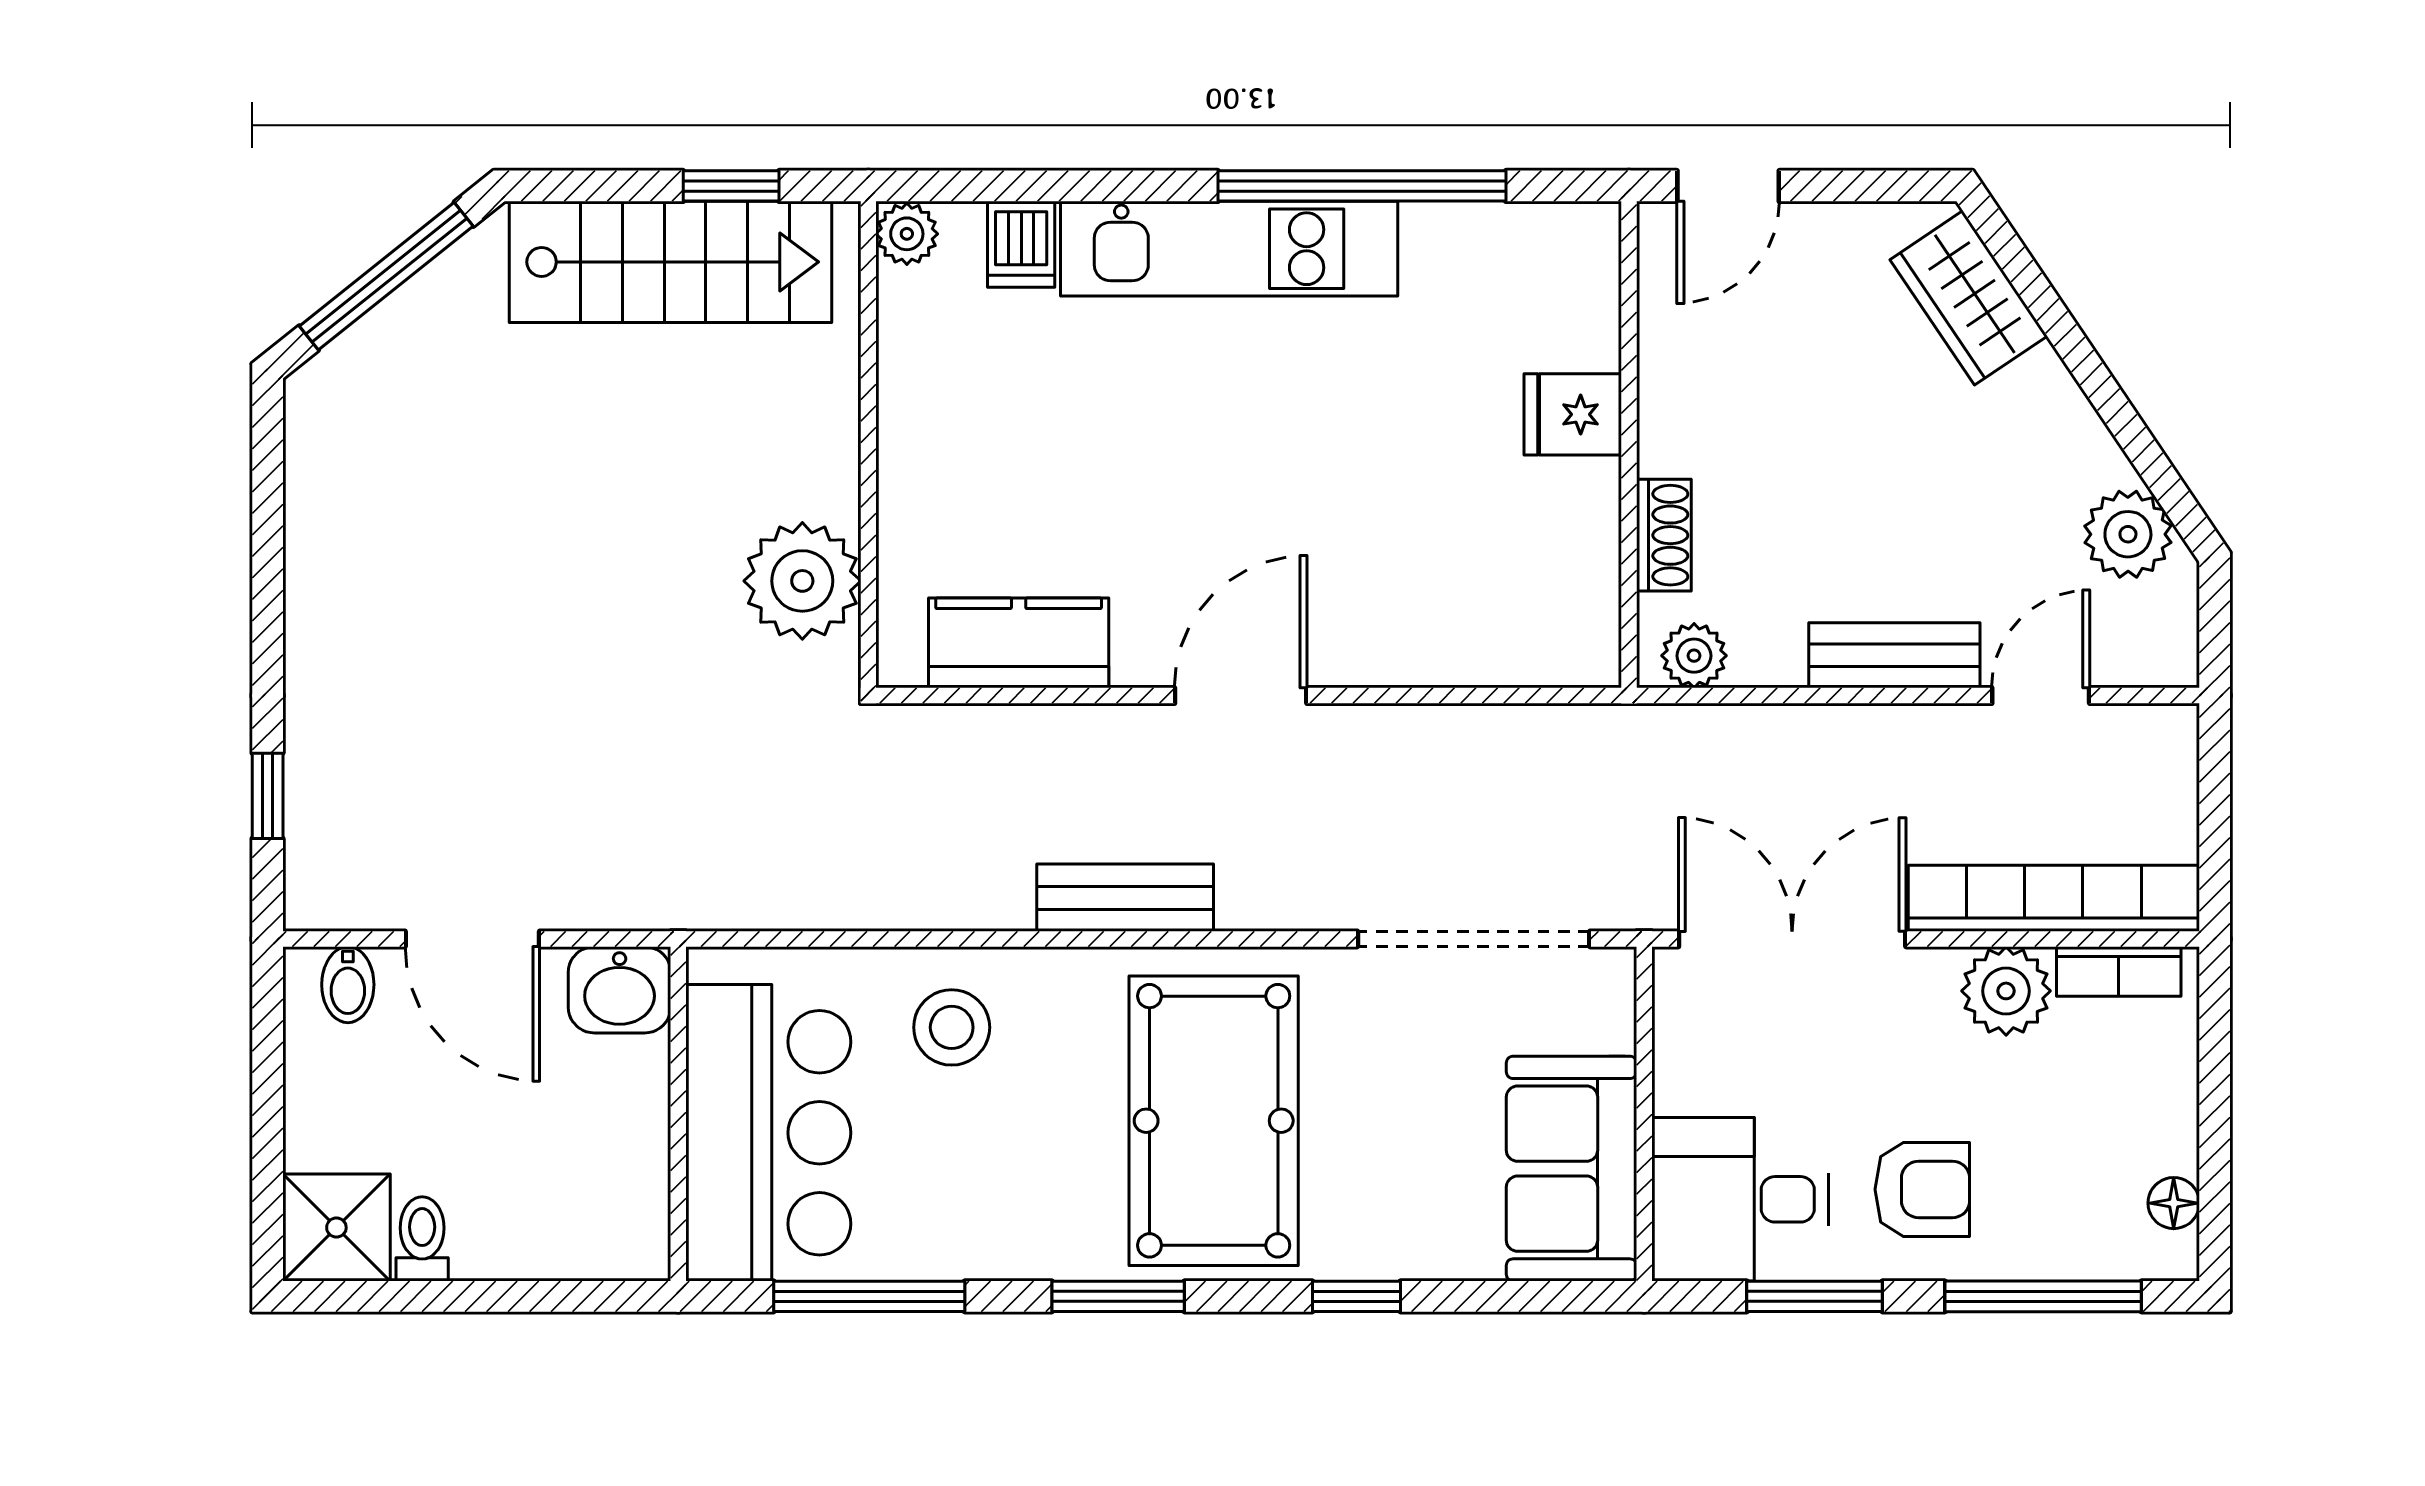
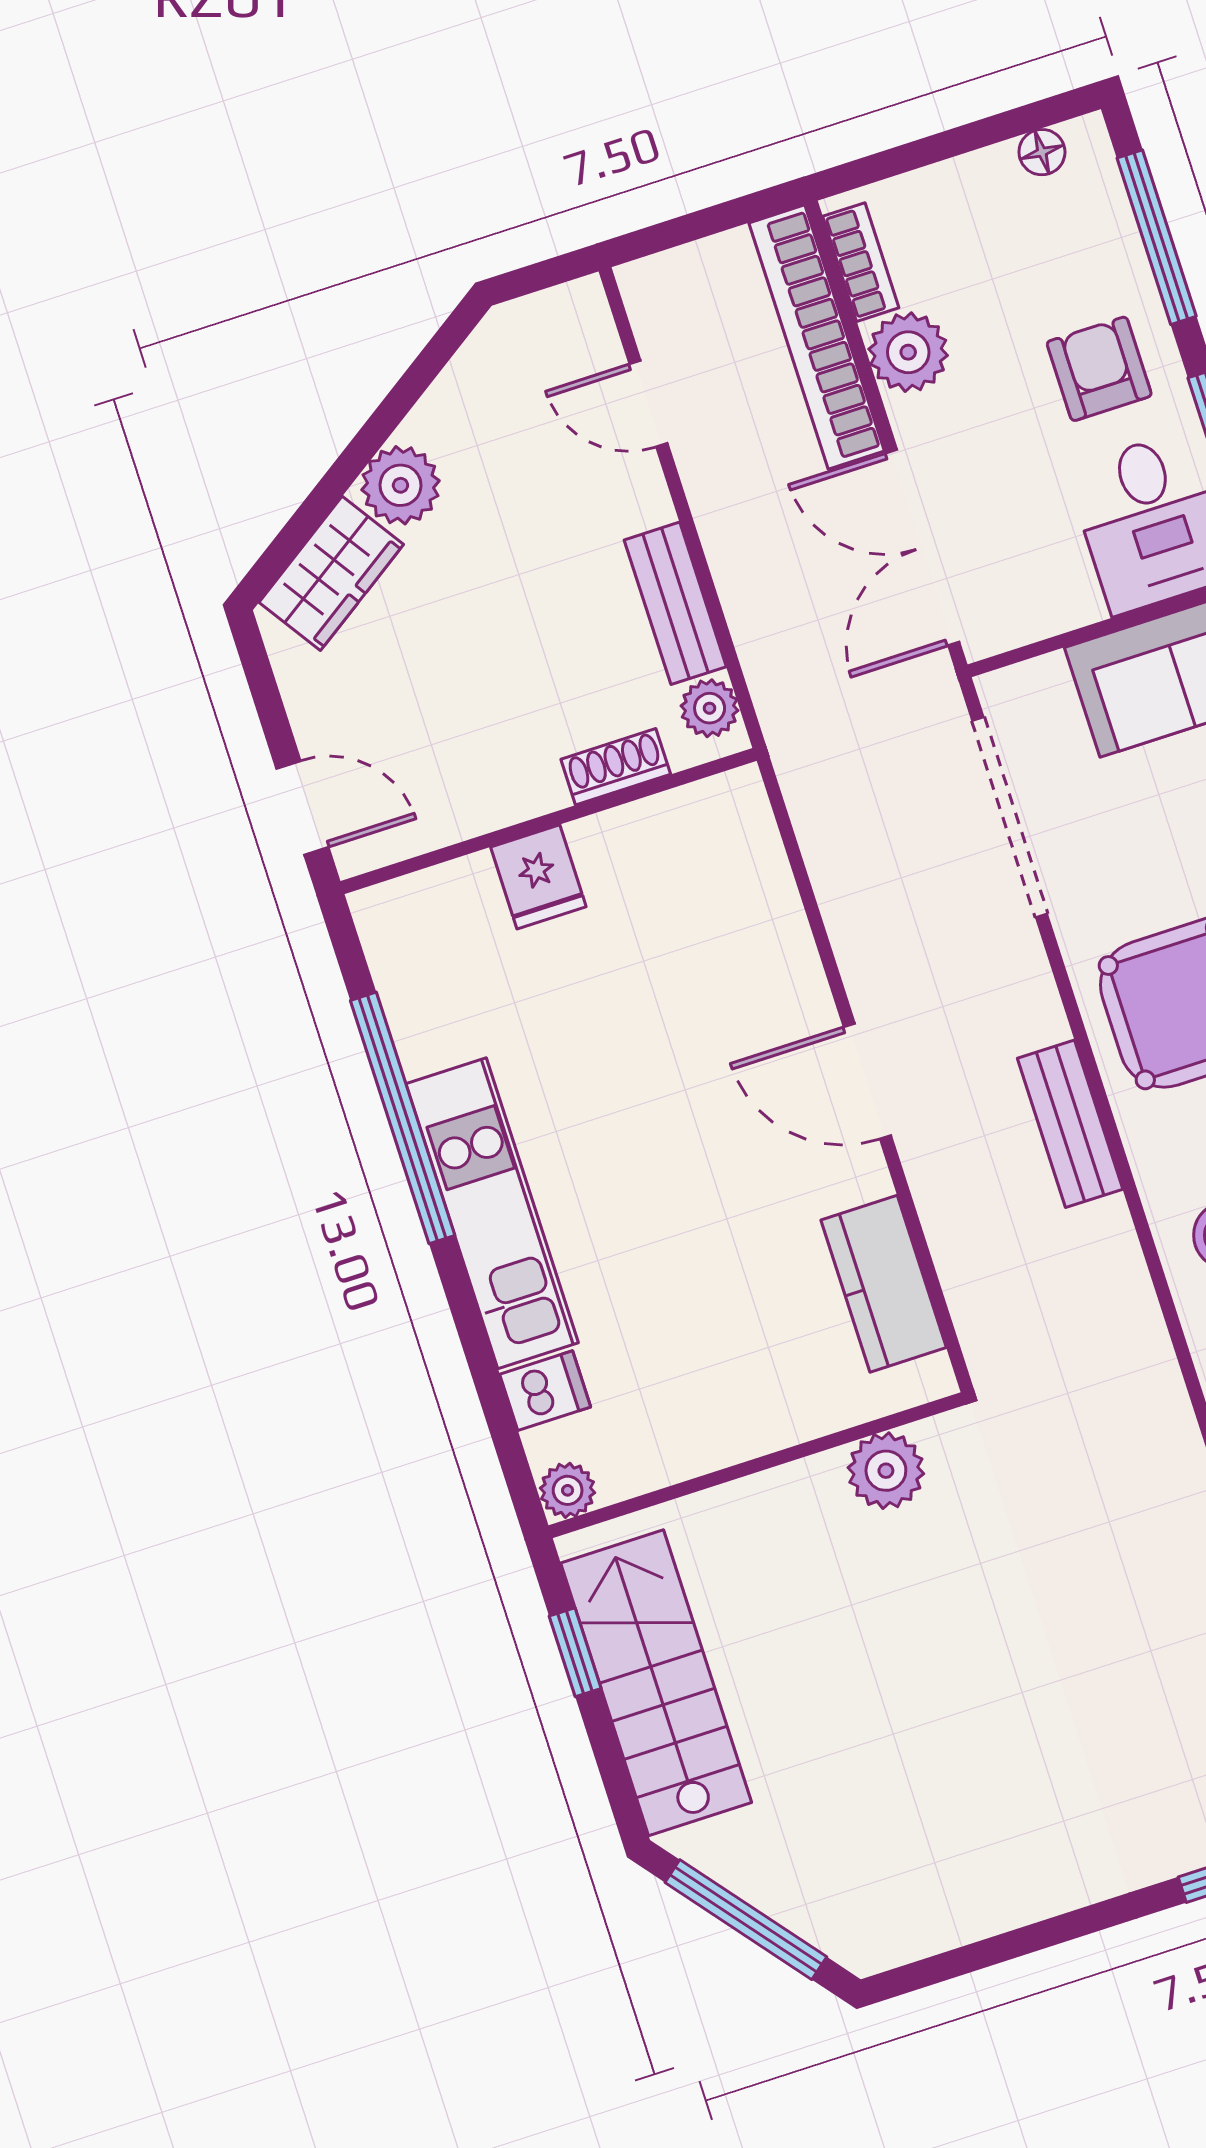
plant: (2128, 534) -> (400, 485), moved
plant: (802, 581) -> (886, 1471), width x0.73, depth x0.73
bench: (1894, 655) -> (675, 603), moved

